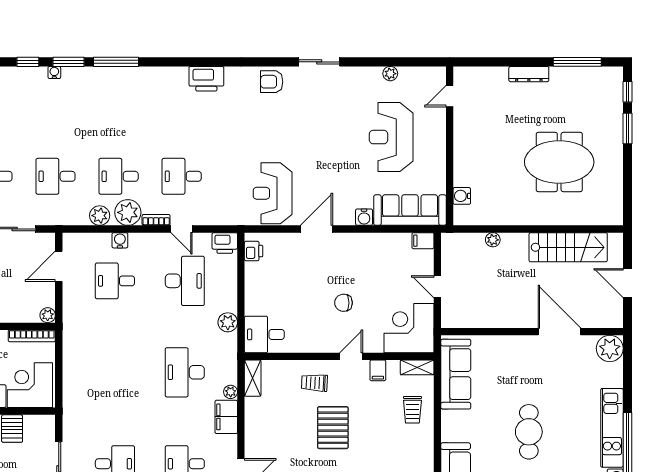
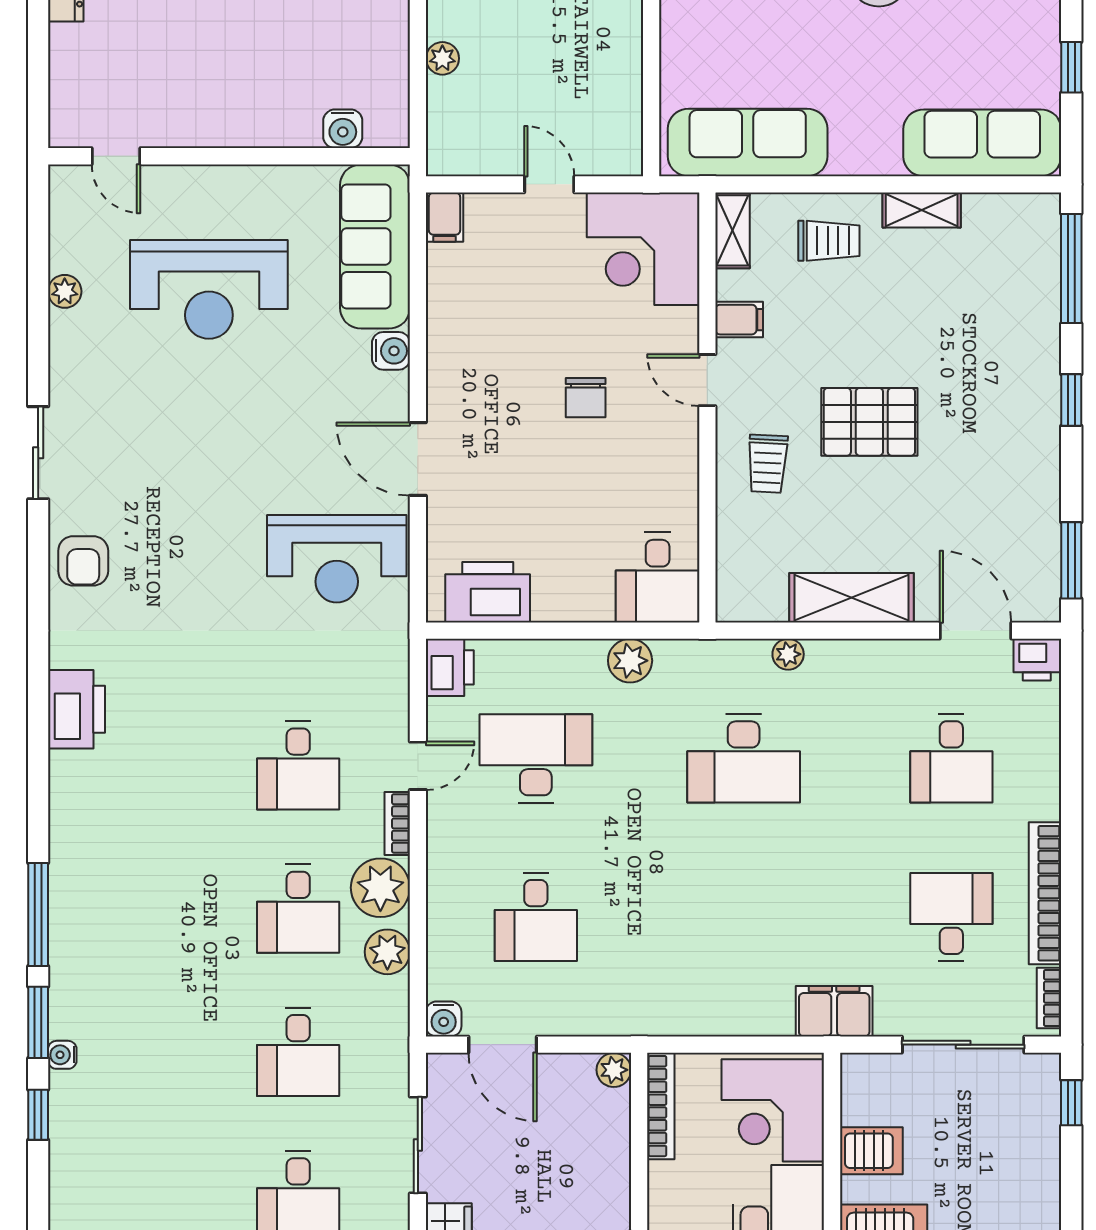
water cooler: (120, 240) -> (444, 1019), moved, turned -90
printer: (254, 251) -> (488, 592), width x1.87, depth x1.48
door: (437, 287) -> (549, 184), swing flipped
shelving: (253, 378) -> (852, 598), moved, width x1.50, depth x1.33
filing cabinet: (226, 417) -> (834, 1011), moved, turned 180
shelving: (426, 451) -> (922, 210), added

